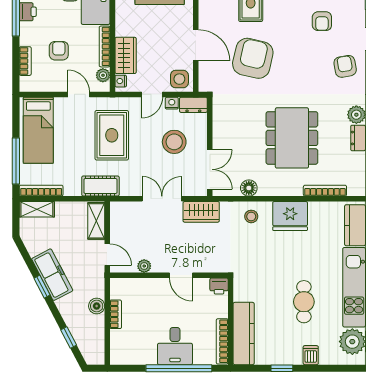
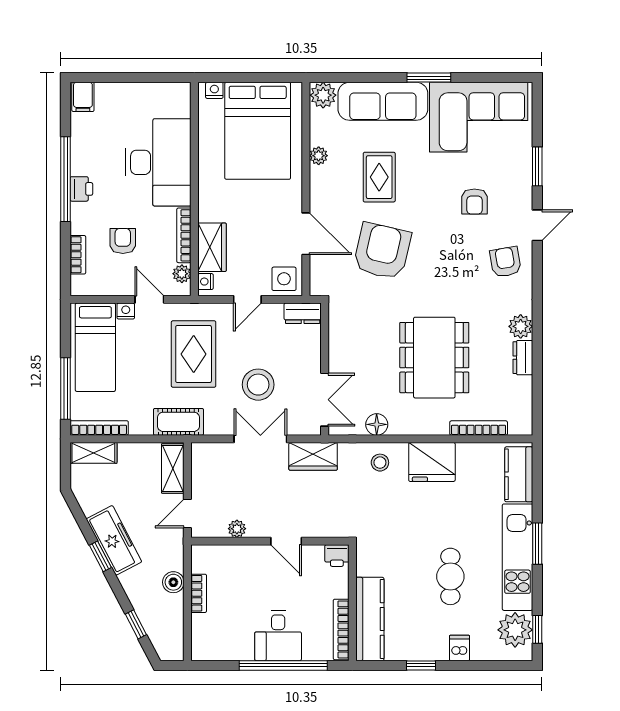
nightstand: (172, 103) -> (126, 311), moved
stool: (174, 142) -> (258, 385), moved
door: (107, 255) -> (187, 514), swing flipped

